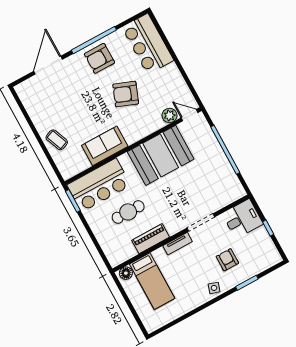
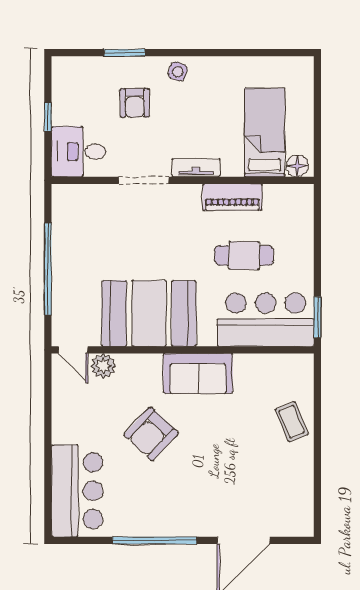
armchair: (99, 58) -> (161, 509), removed
armchair: (126, 94) -> (151, 434), turned 112
sofa: (105, 146) -> (198, 373), moved

